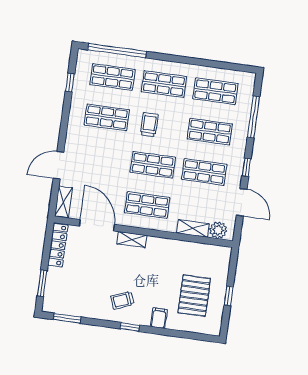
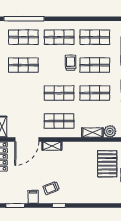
trolley: (149, 125) -> (71, 63), moved
door: (97, 225) -> (27, 139), swing flipped
pallet: (194, 296) -> (107, 164), moved
filing cabinet: (159, 318) -> (33, 197), moved

